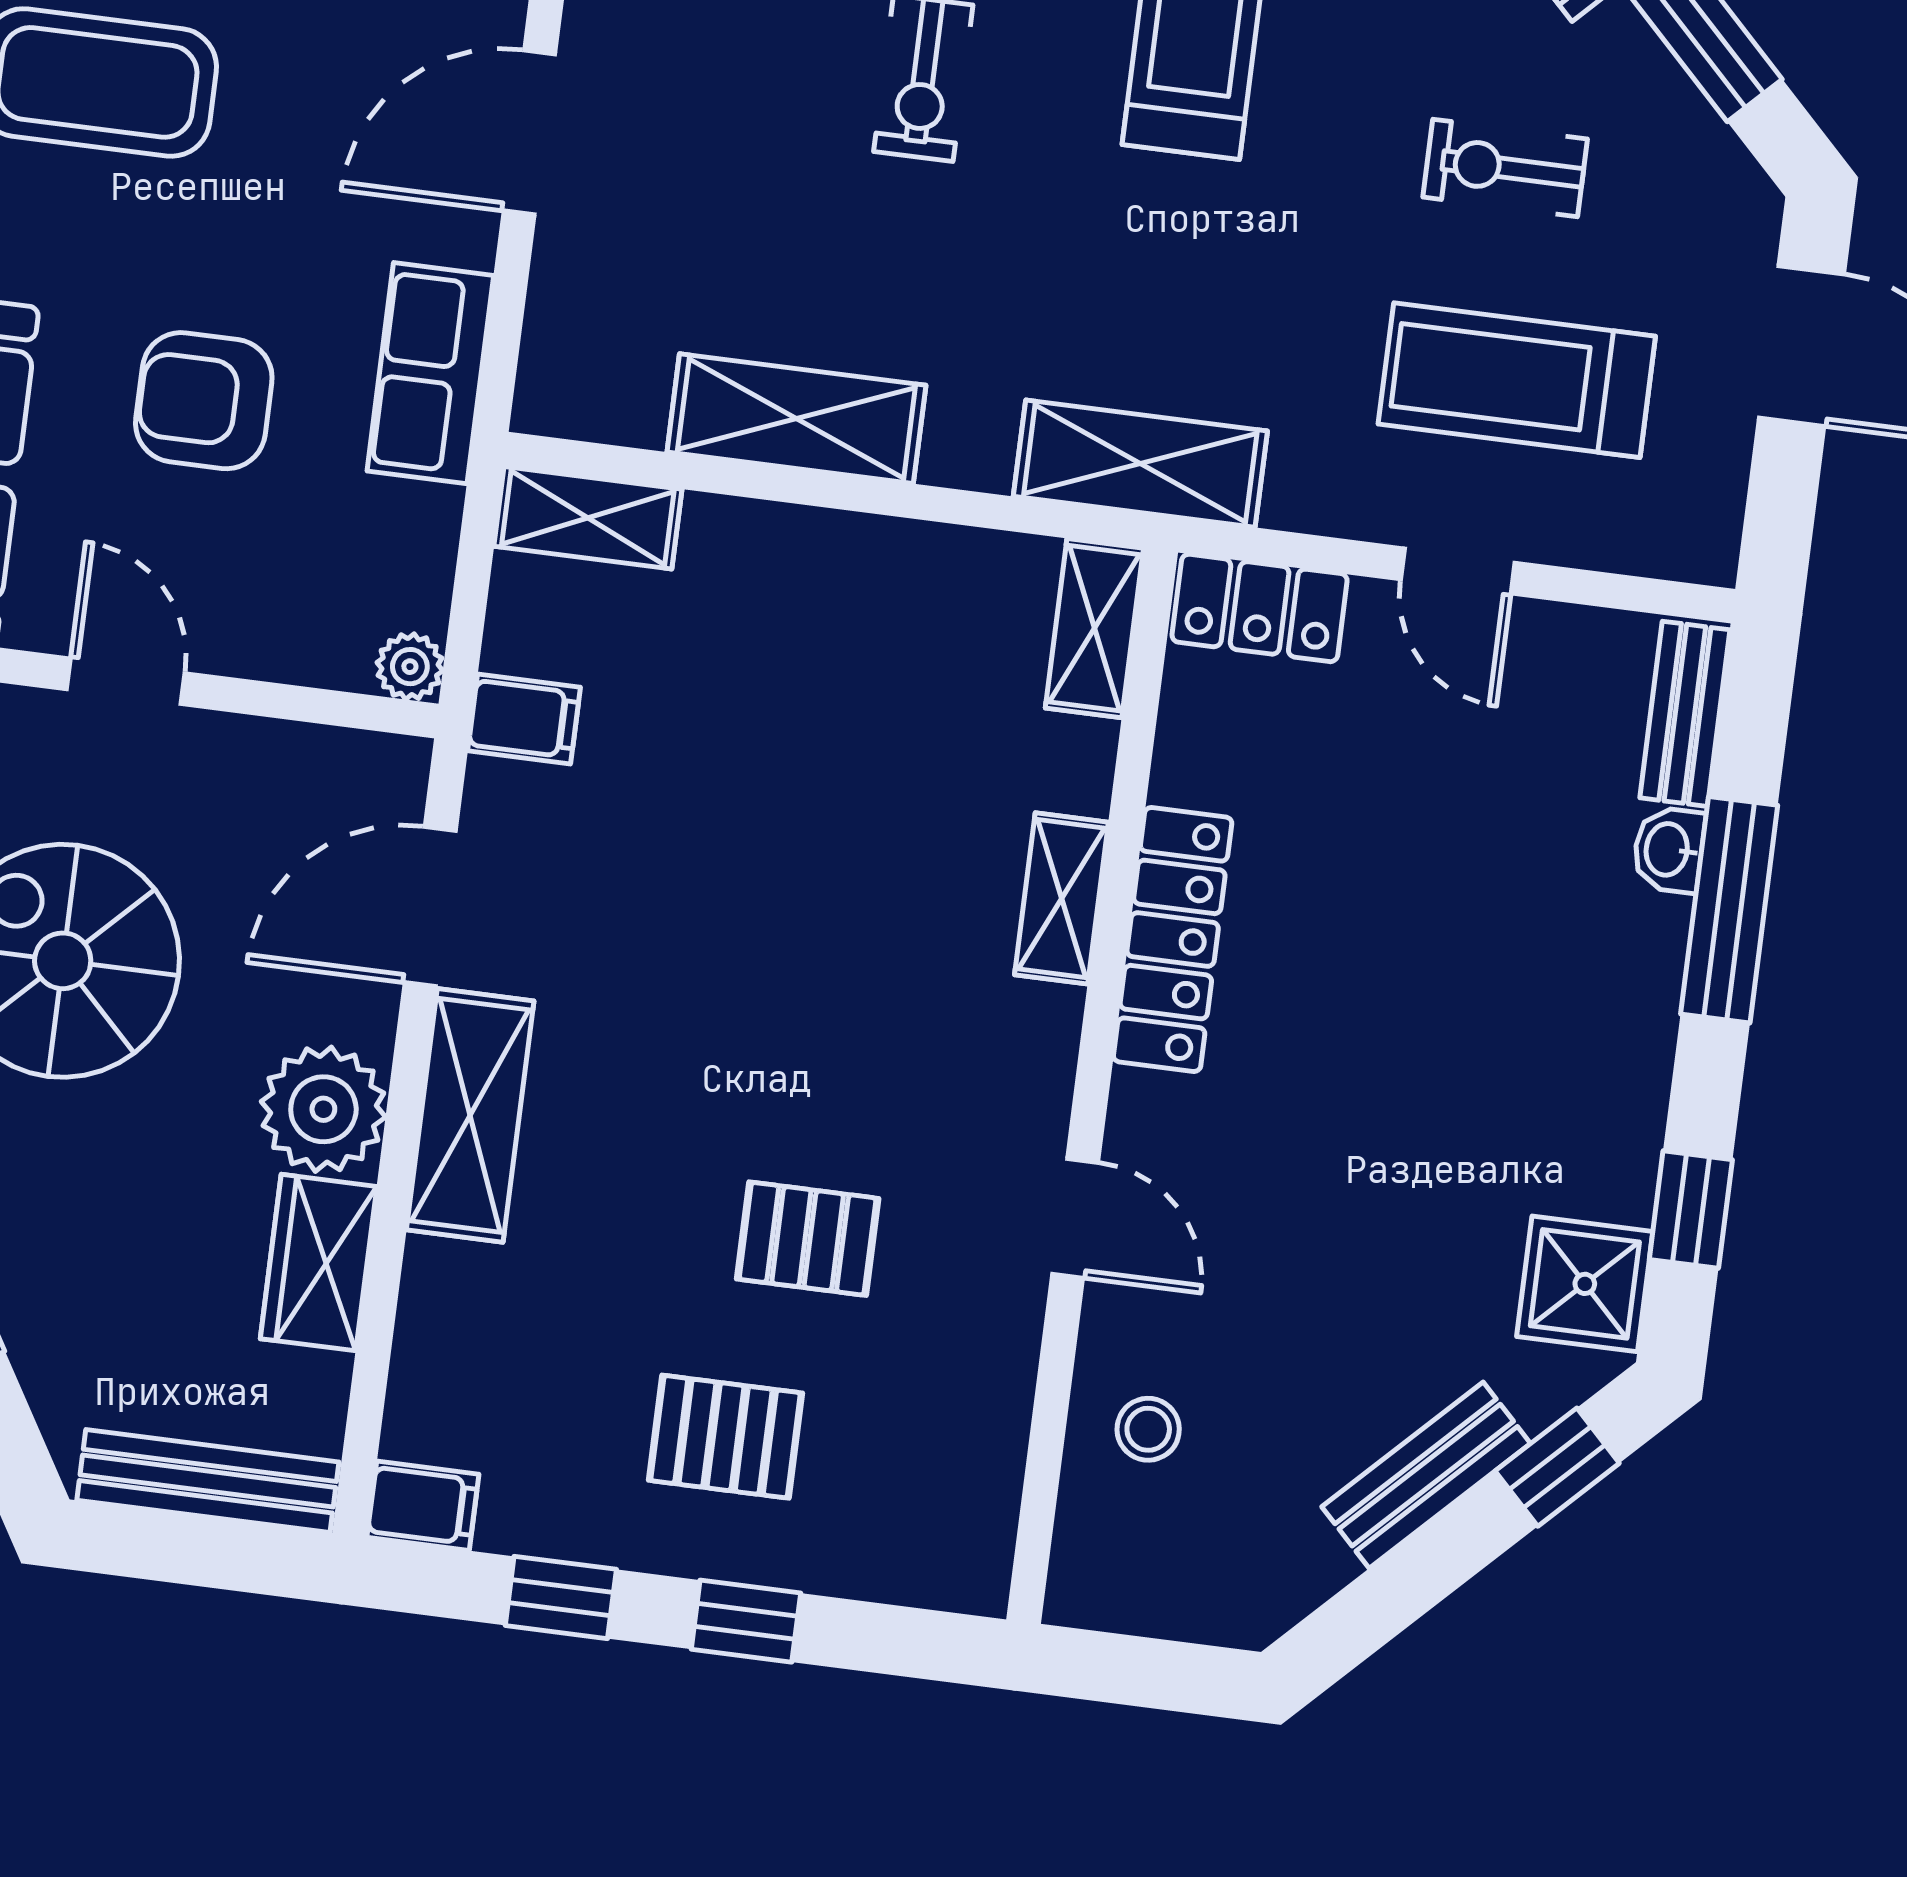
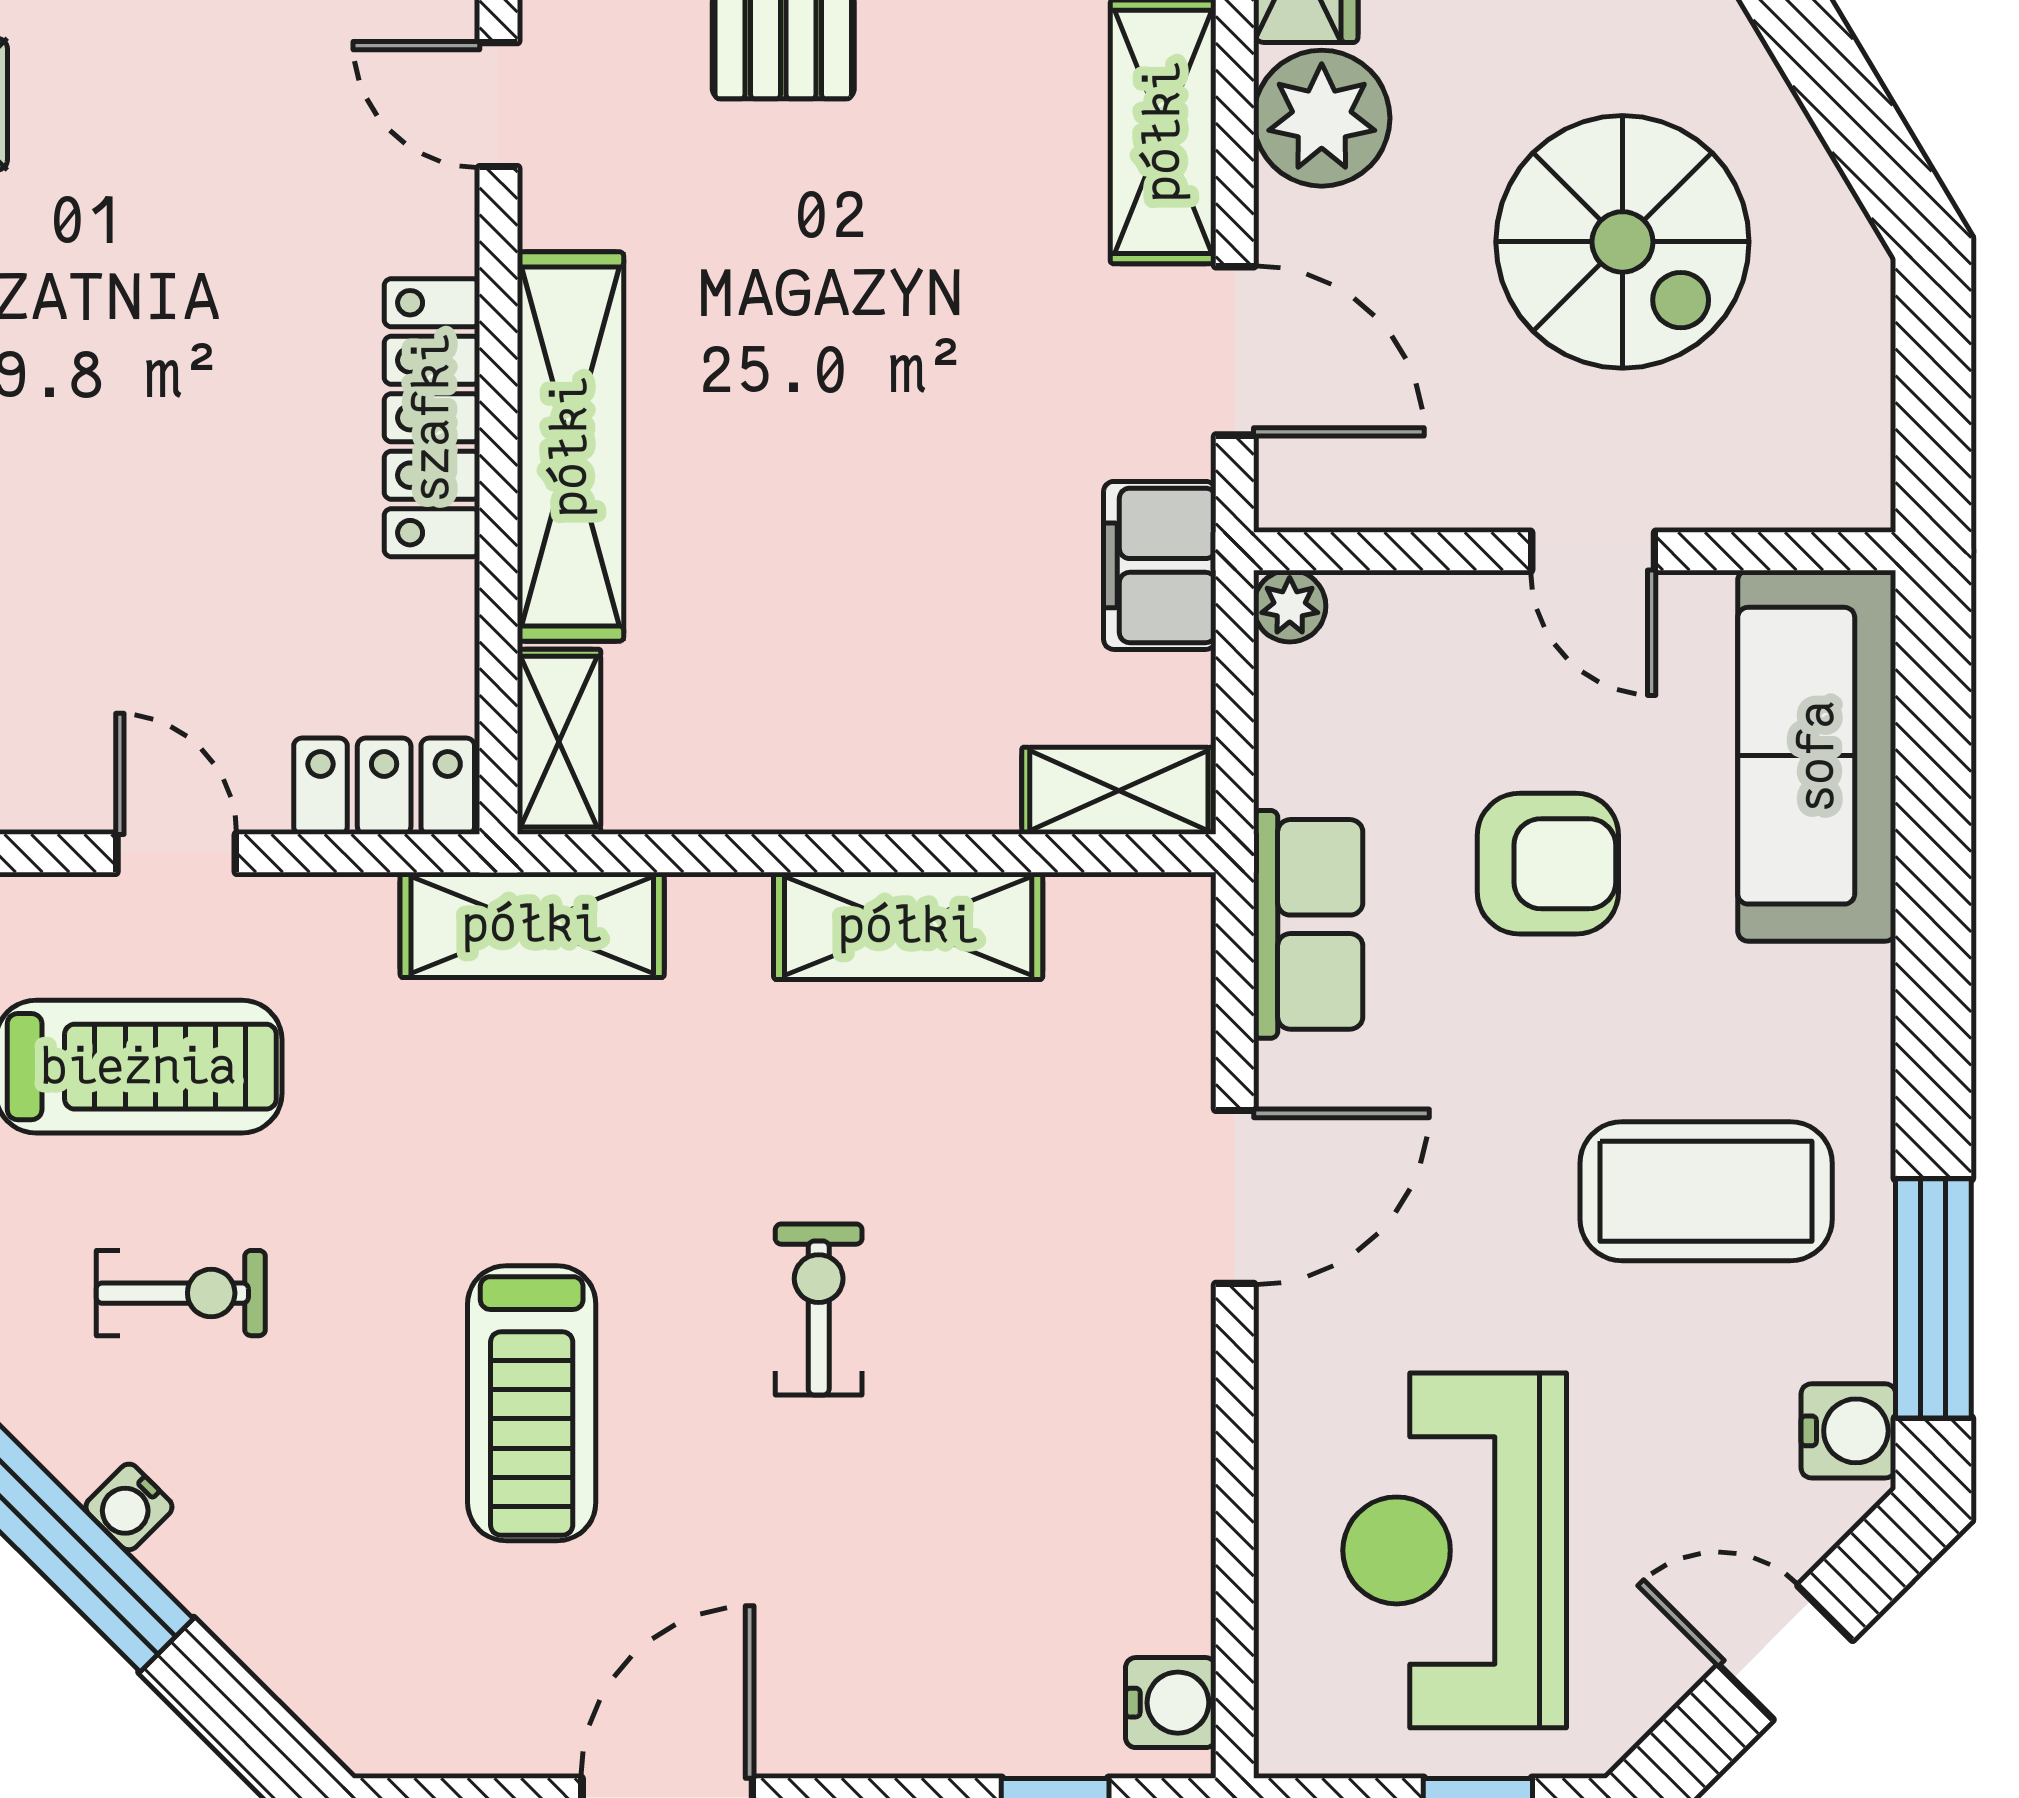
filing cabinet: (524, 719) -> (1160, 565), width x2.00
shelving: (1061, 898) -> (570, 447), width x2.20, depth x1.33
door: (430, 907) -> (1235, 351), hinge flipped

